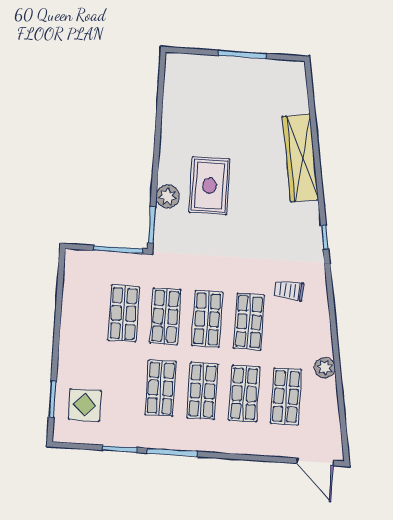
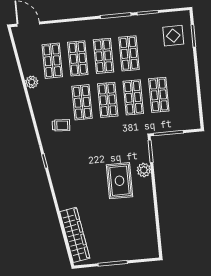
wardrobe: (300, 158) -> (75, 235), moved

